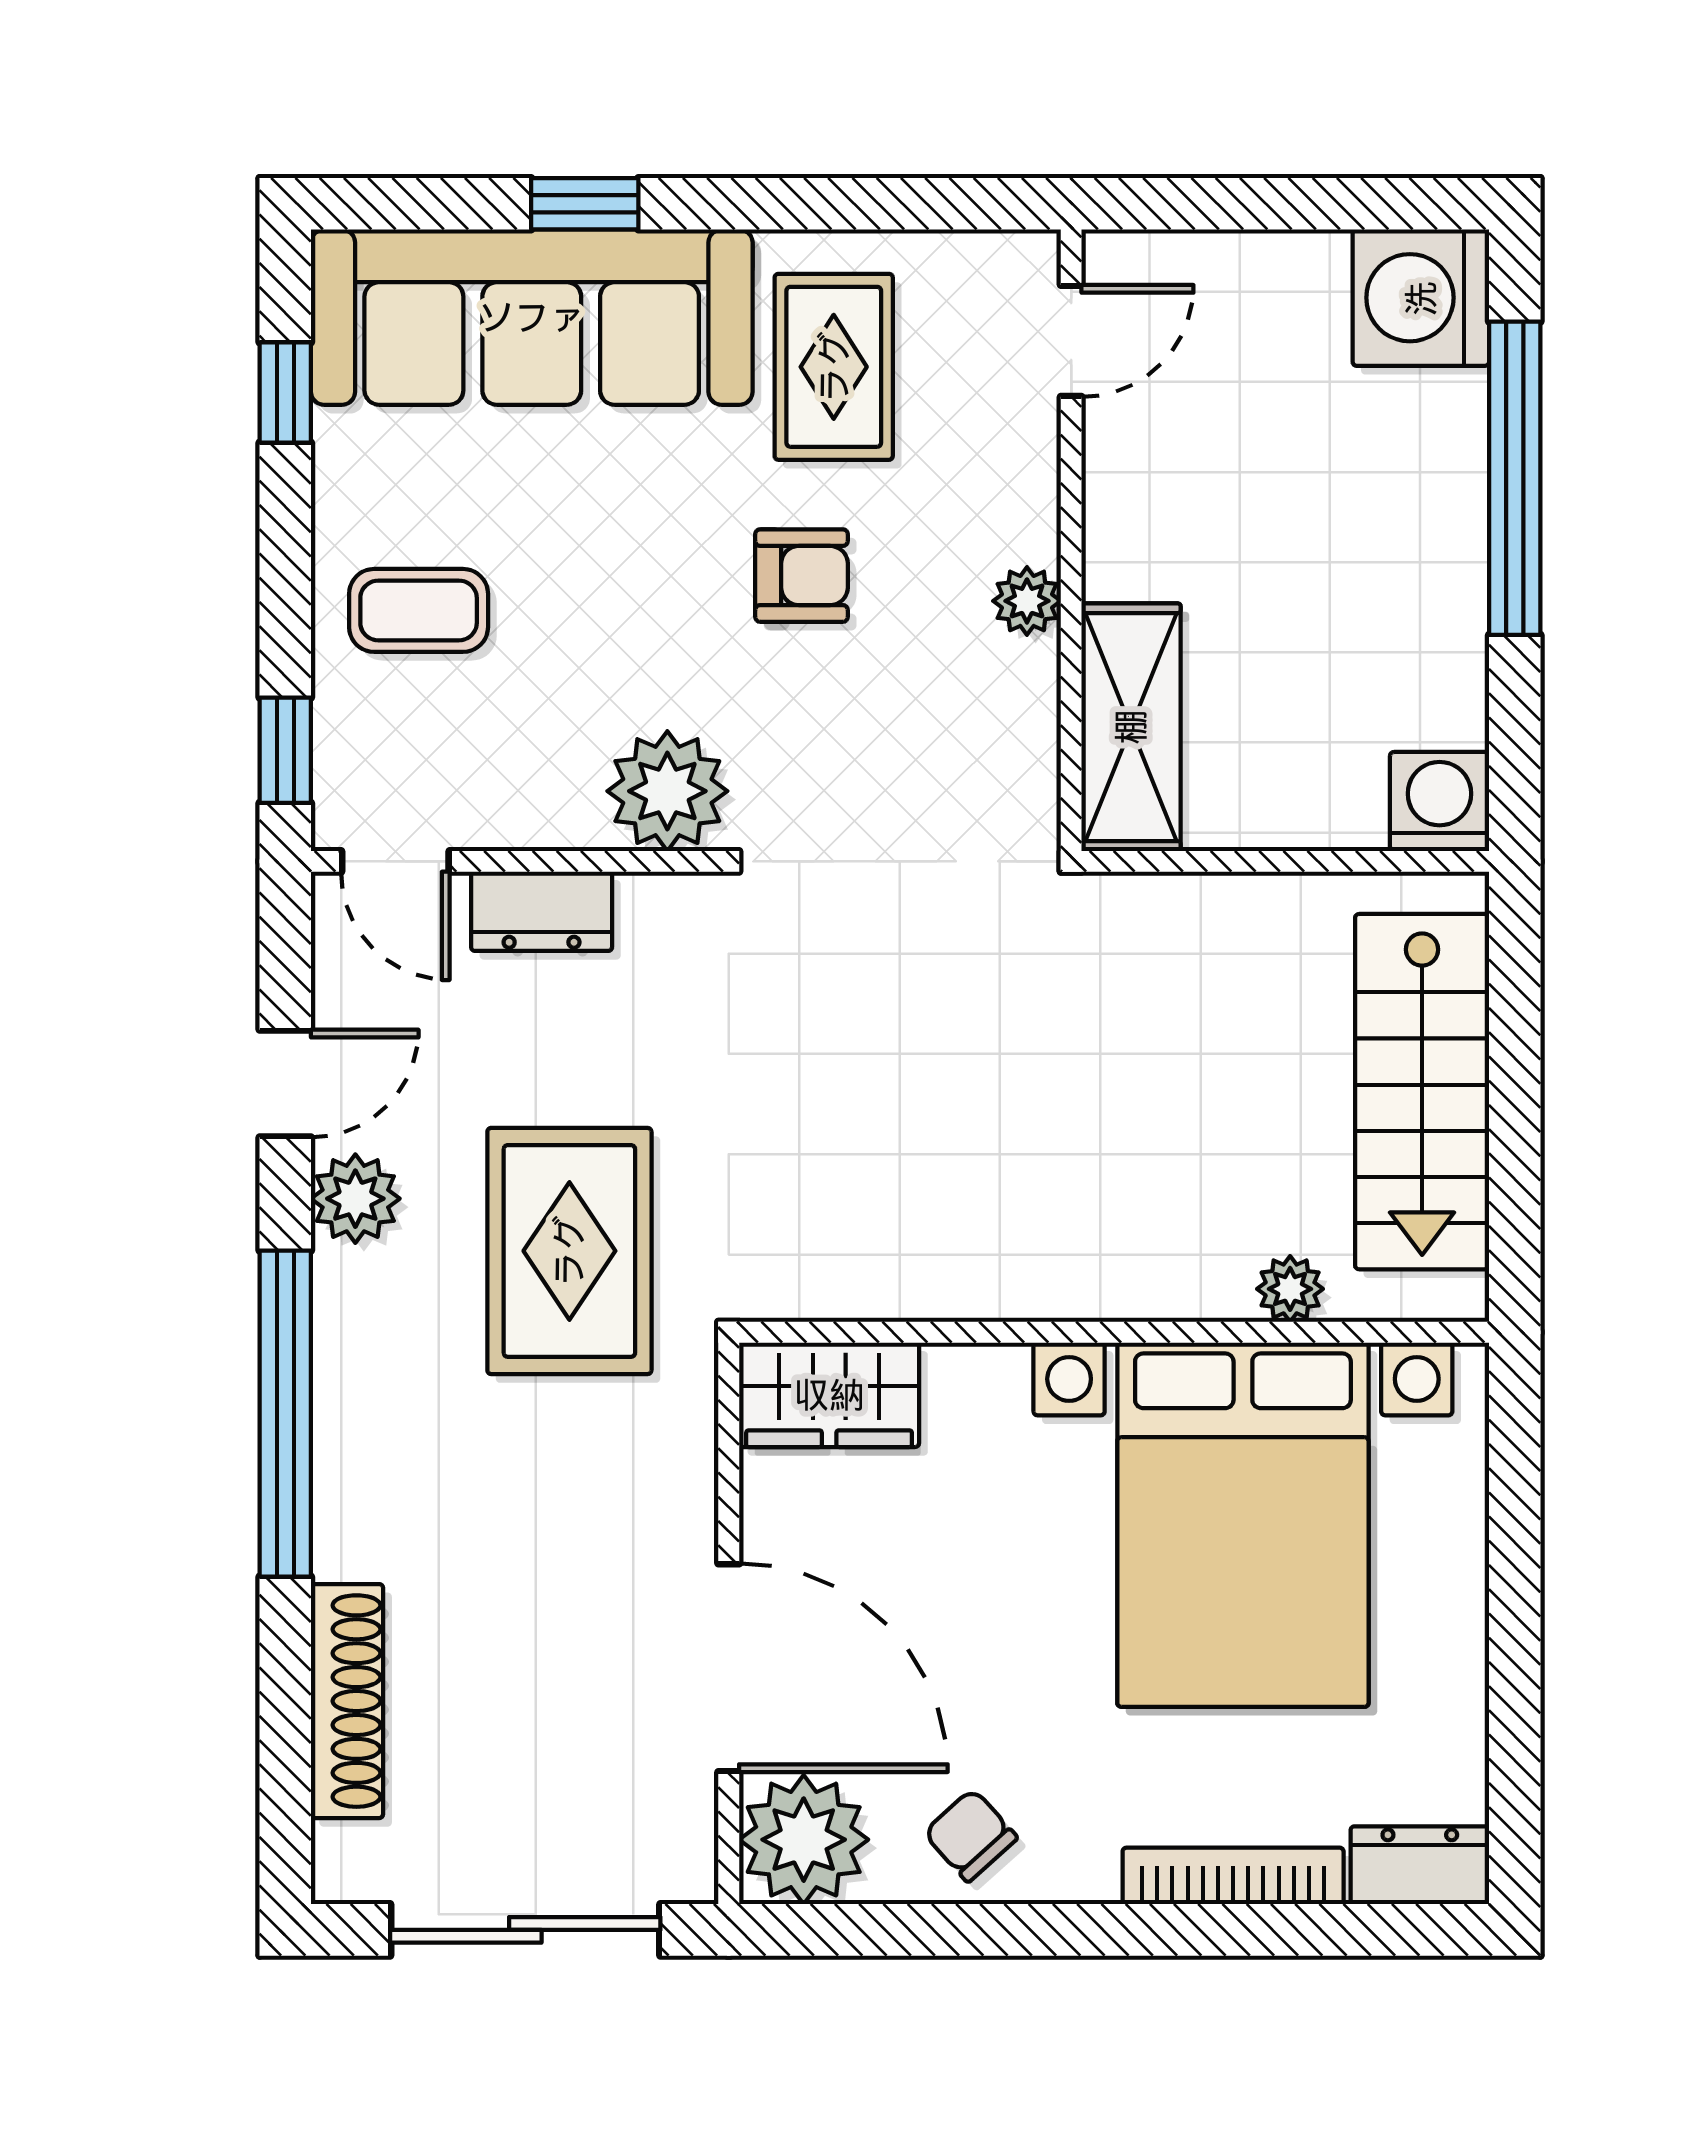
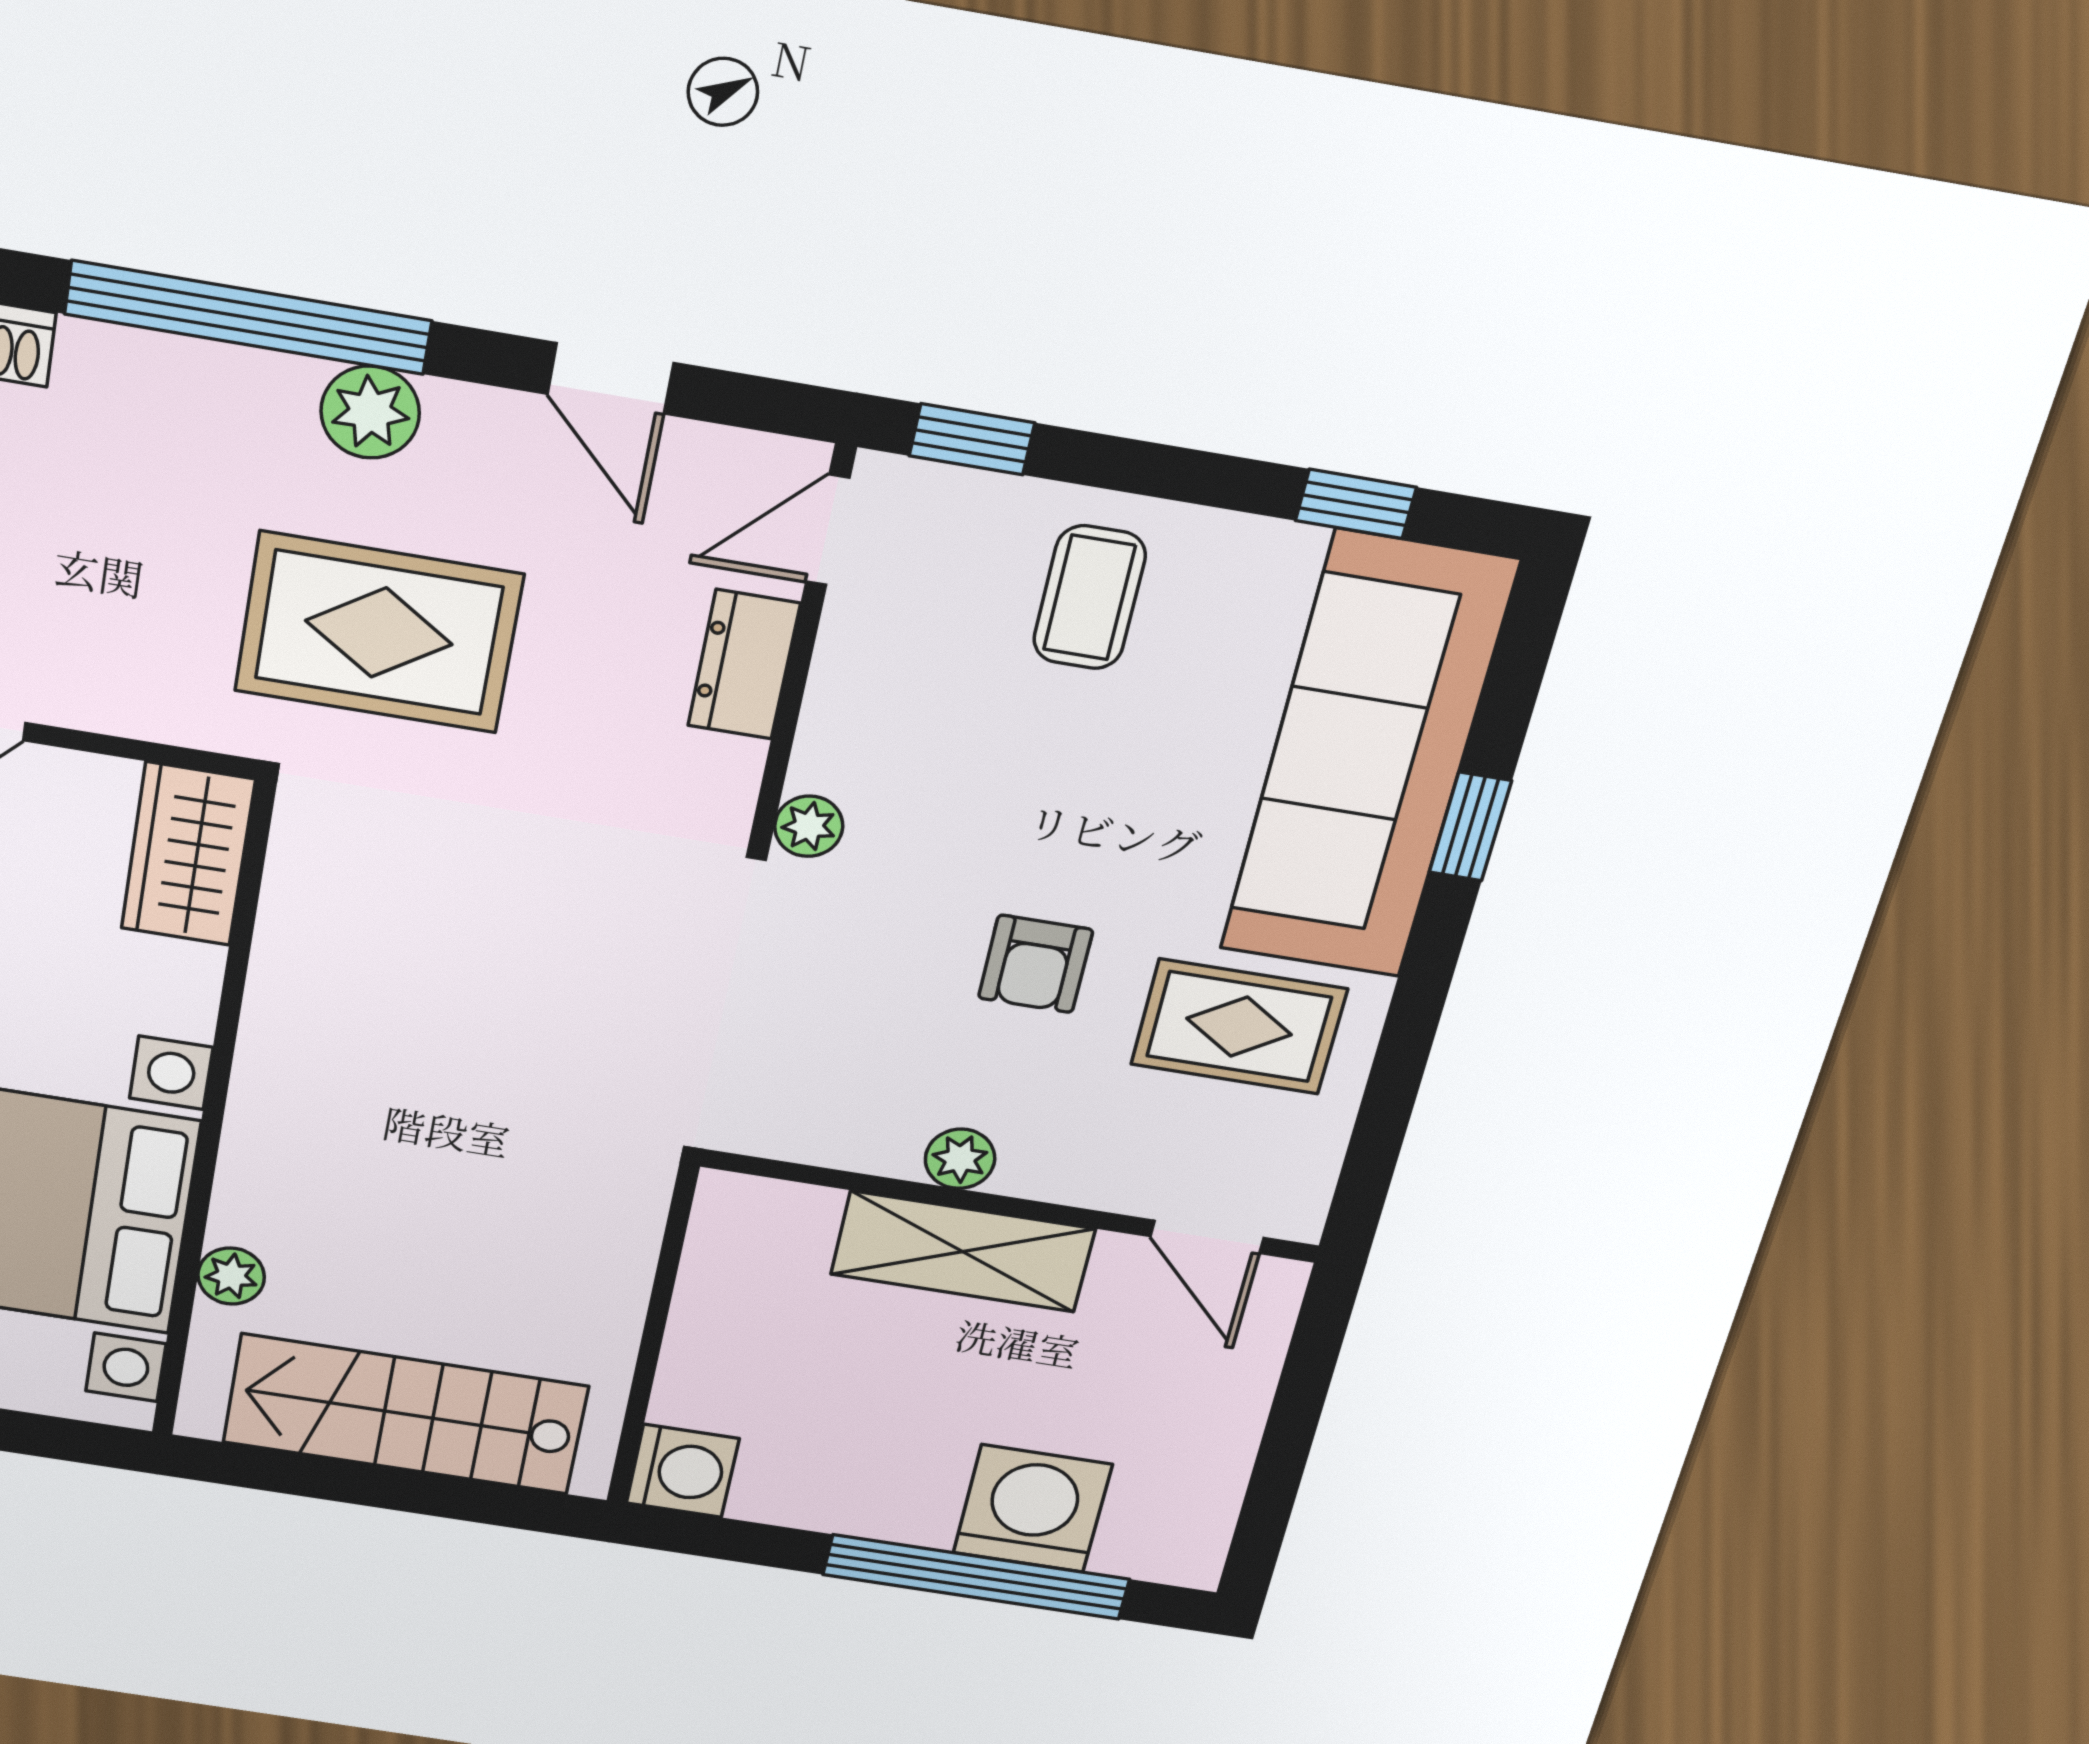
washing machine: (1421, 298) -> (1033, 1509), moved
shelving: (1131, 727) -> (963, 1251), moved
plant: (667, 791) -> (809, 826), width x0.53, depth x0.53
plant: (355, 1199) -> (370, 412), moved

